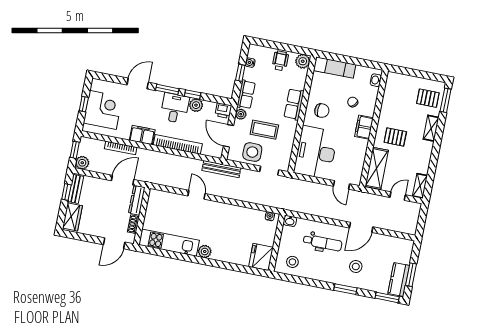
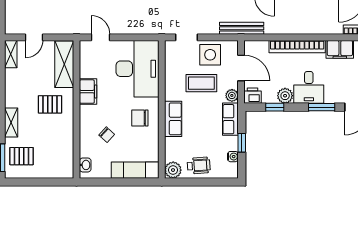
wheelchair: (280, 61) -> (199, 166), turned -94
window: (193, 94) -> (275, 107), moved
filing cabinet: (364, 127) -> (88, 92), moved

